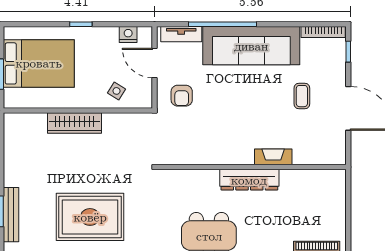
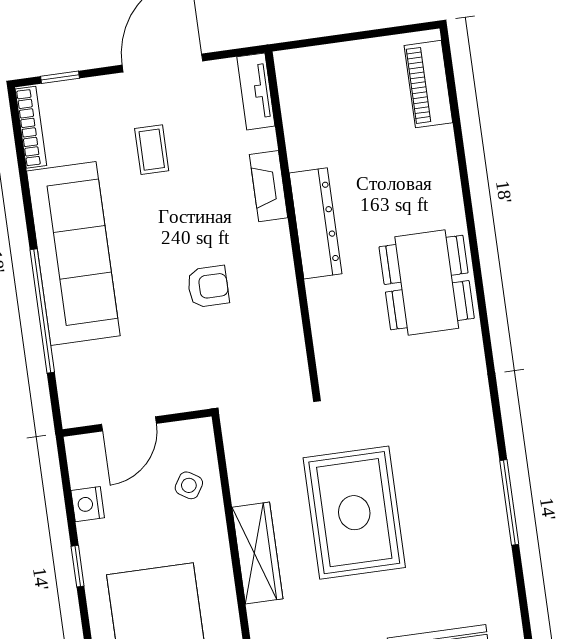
nightstand: (128, 34) -> (88, 504), moved
tv unit: (181, 34) -> (256, 91), moved, turned 180
armchair: (182, 96) -> (208, 287), moved
coffee table: (302, 96) -> (152, 150), turned 90
rug: (90, 217) -> (354, 513), moved

